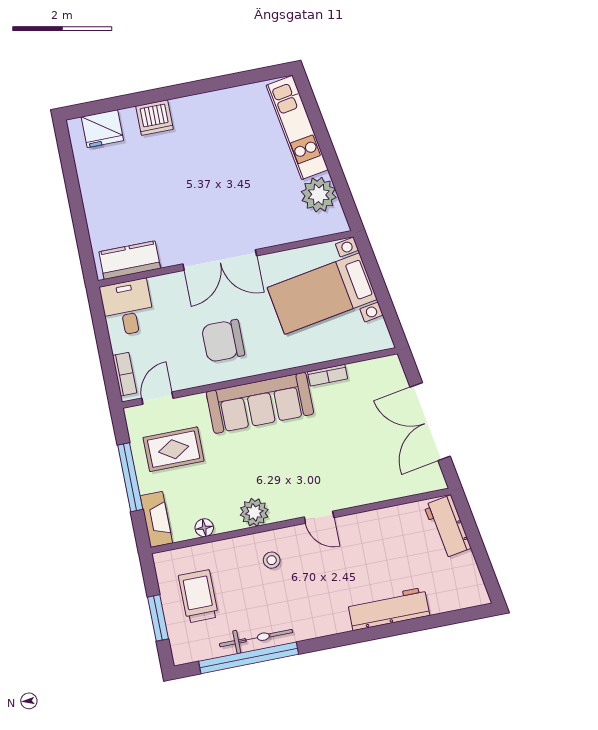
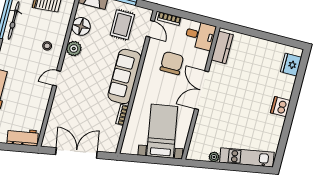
dishwasher: (155, 118) -> (280, 107), moved
plant: (319, 195) -> (214, 157), width x0.53, depth x0.53
chair: (223, 341) -> (172, 63), moved
floor lamp: (204, 528) -> (81, 26), width x1.89, depth x1.89

